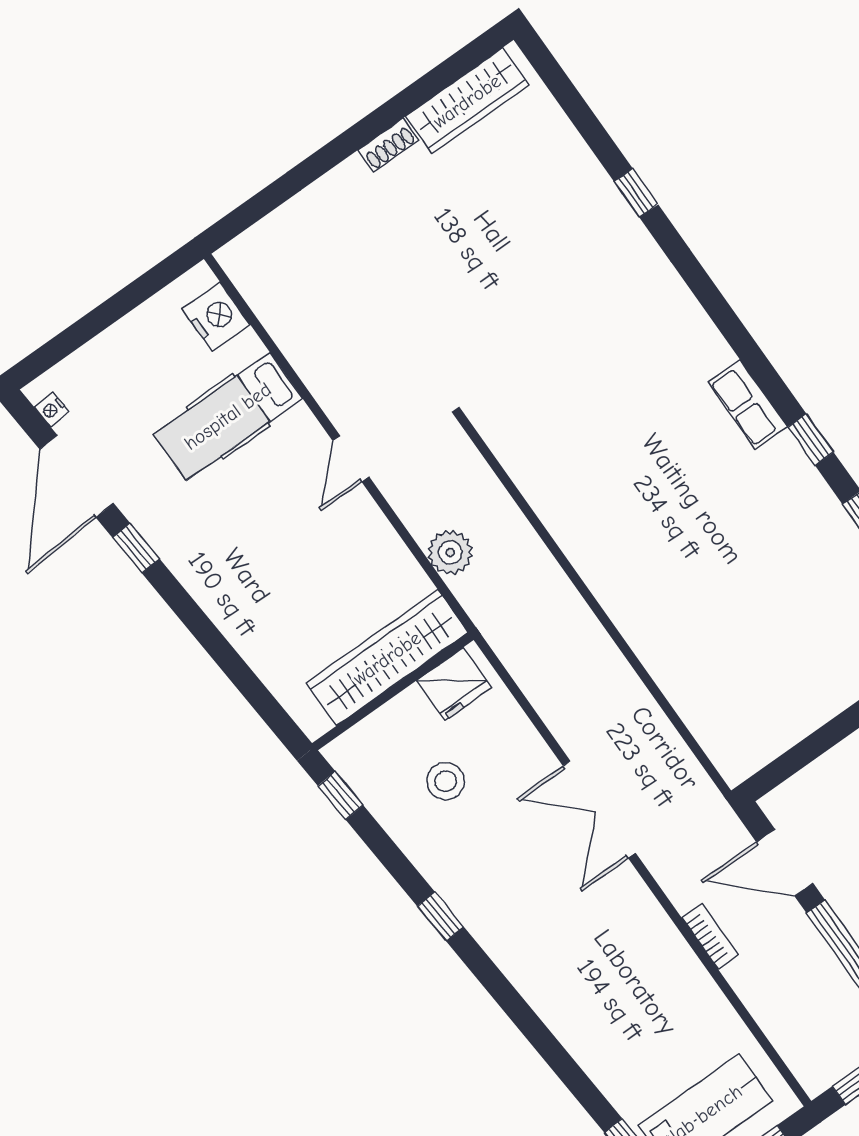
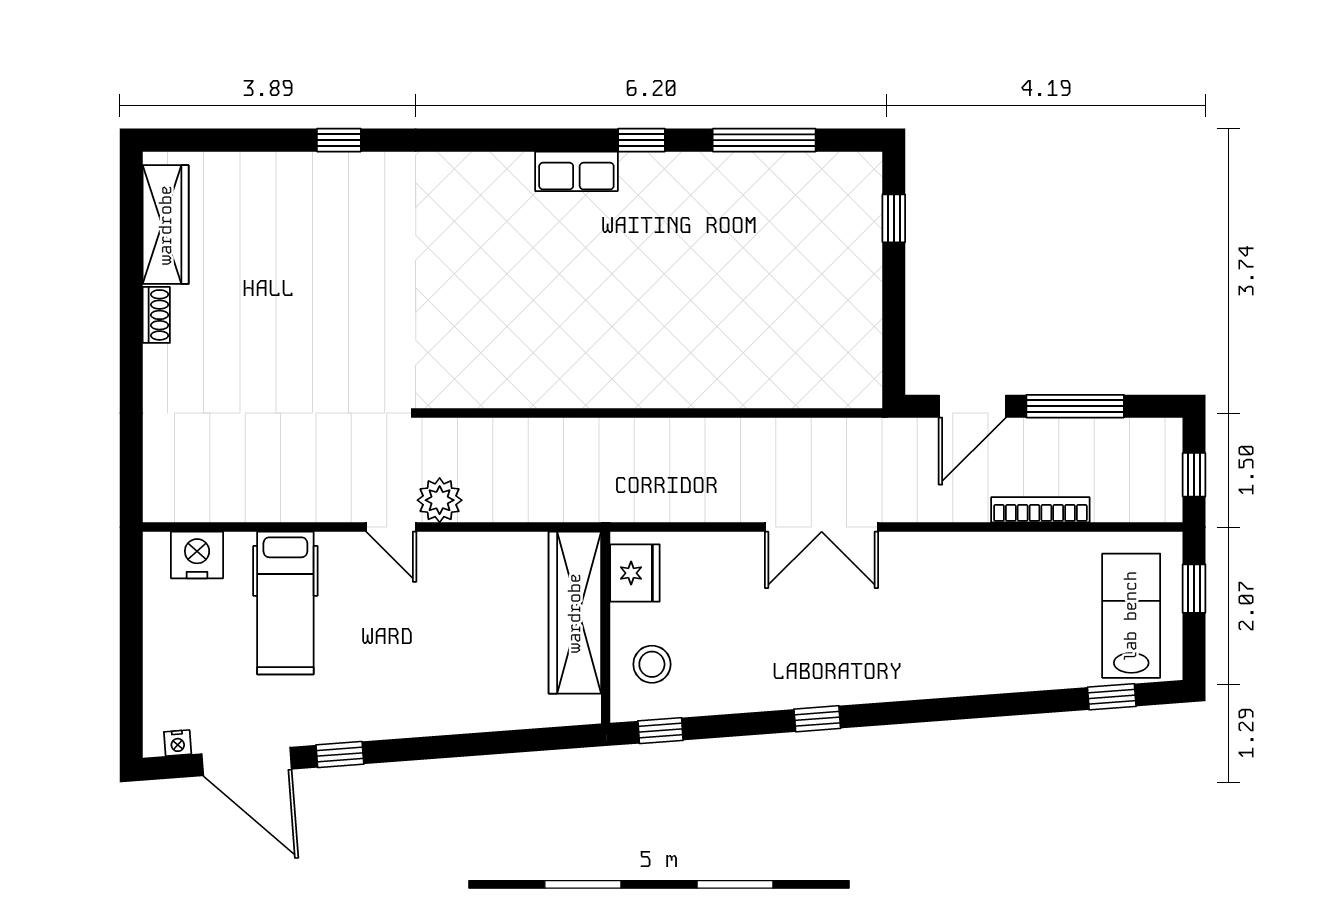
plant: (450, 552) -> (440, 500), moved
stool: (446, 781) -> (652, 664), moved
bookcase: (710, 936) -> (1040, 510), moved, width x1.56

